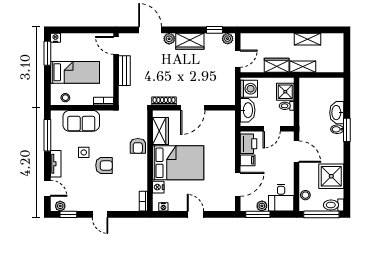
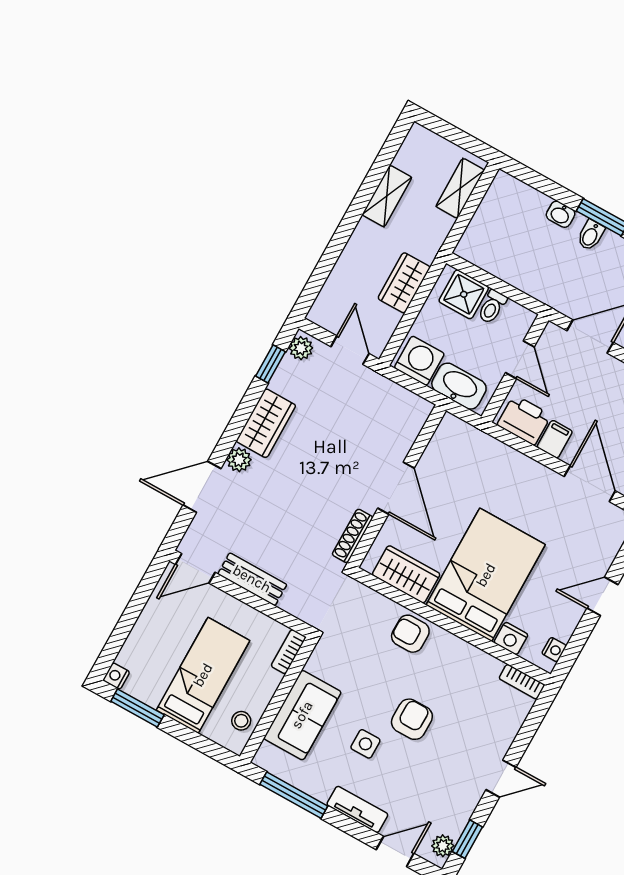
shelving: (303, 67) -> (460, 188), moved
washbasin: (337, 113) -> (561, 214), width x0.52, depth x0.69
armchair: (138, 146) -> (410, 634), turned 180

